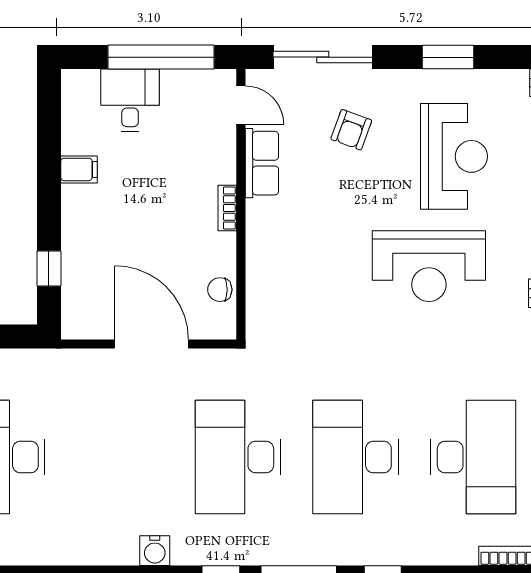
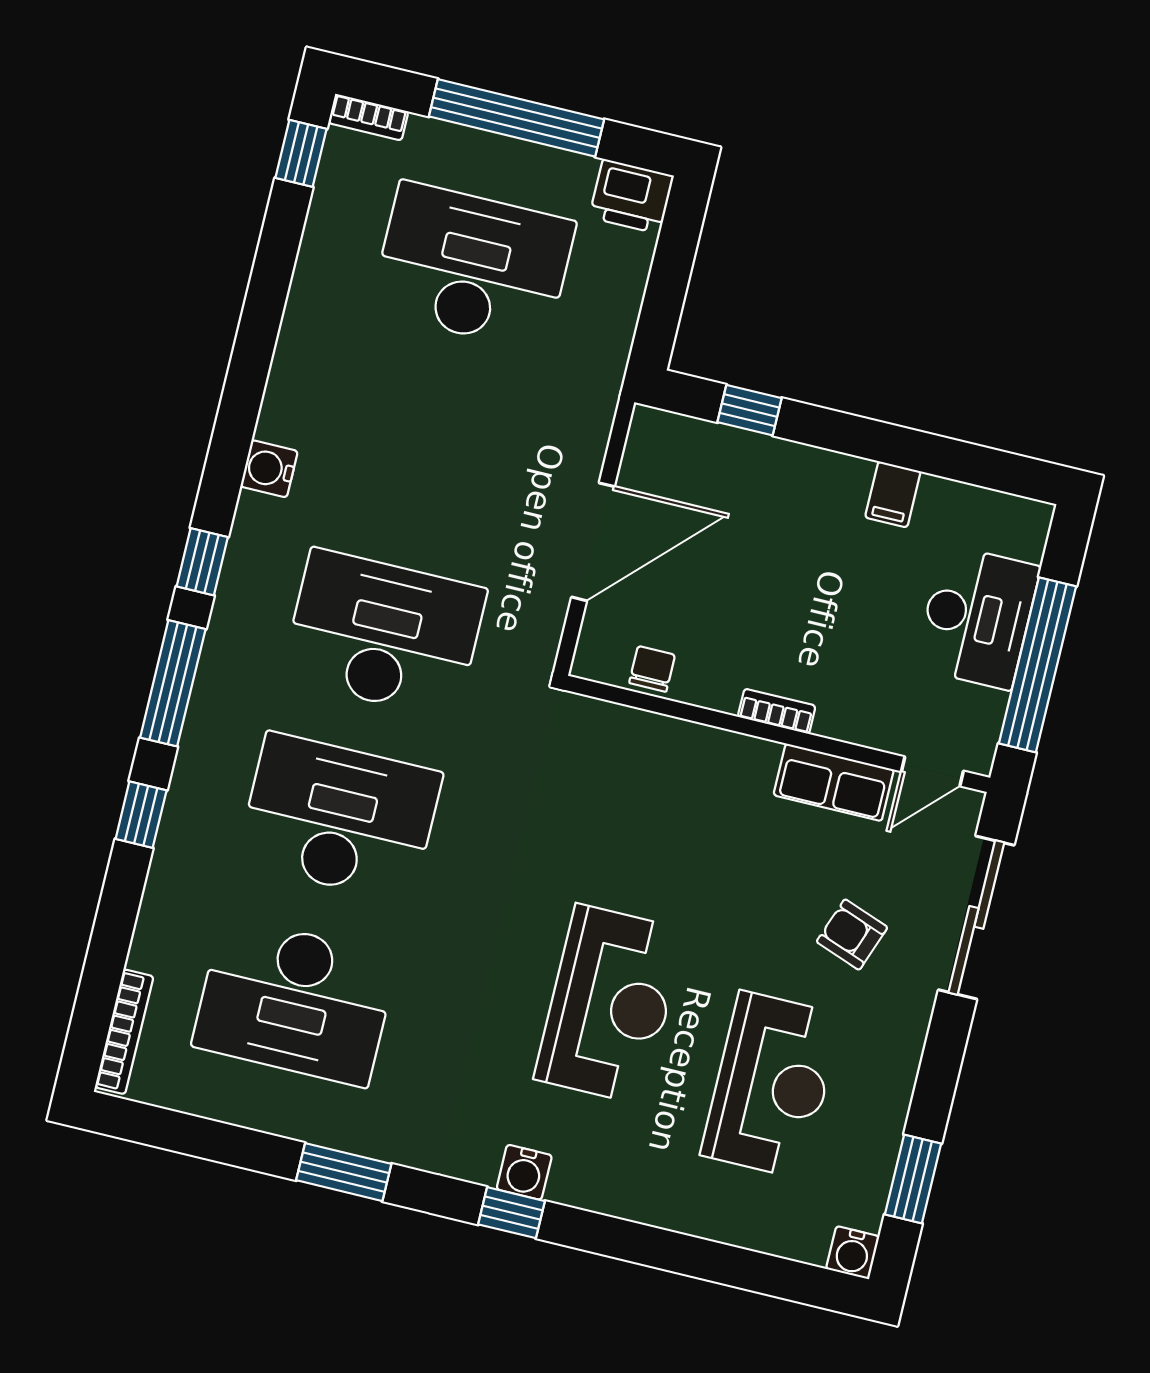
window: (448, 57) -> (913, 1179), moved
desk: (130, 100) -> (977, 617), width x1.37
reception desk: (454, 156) -> (771, 1085), turned -90
reception desk: (429, 266) -> (610, 1004), turned 180

